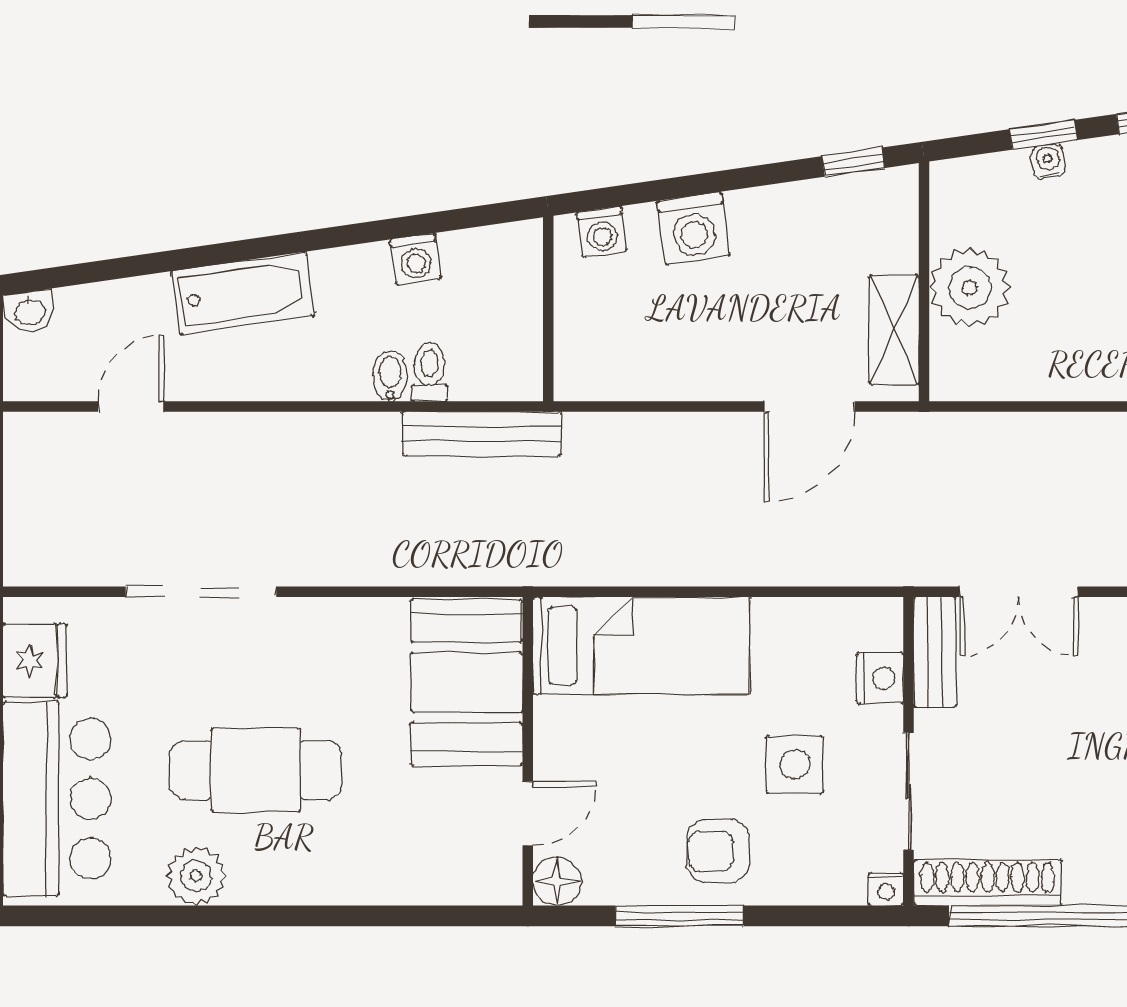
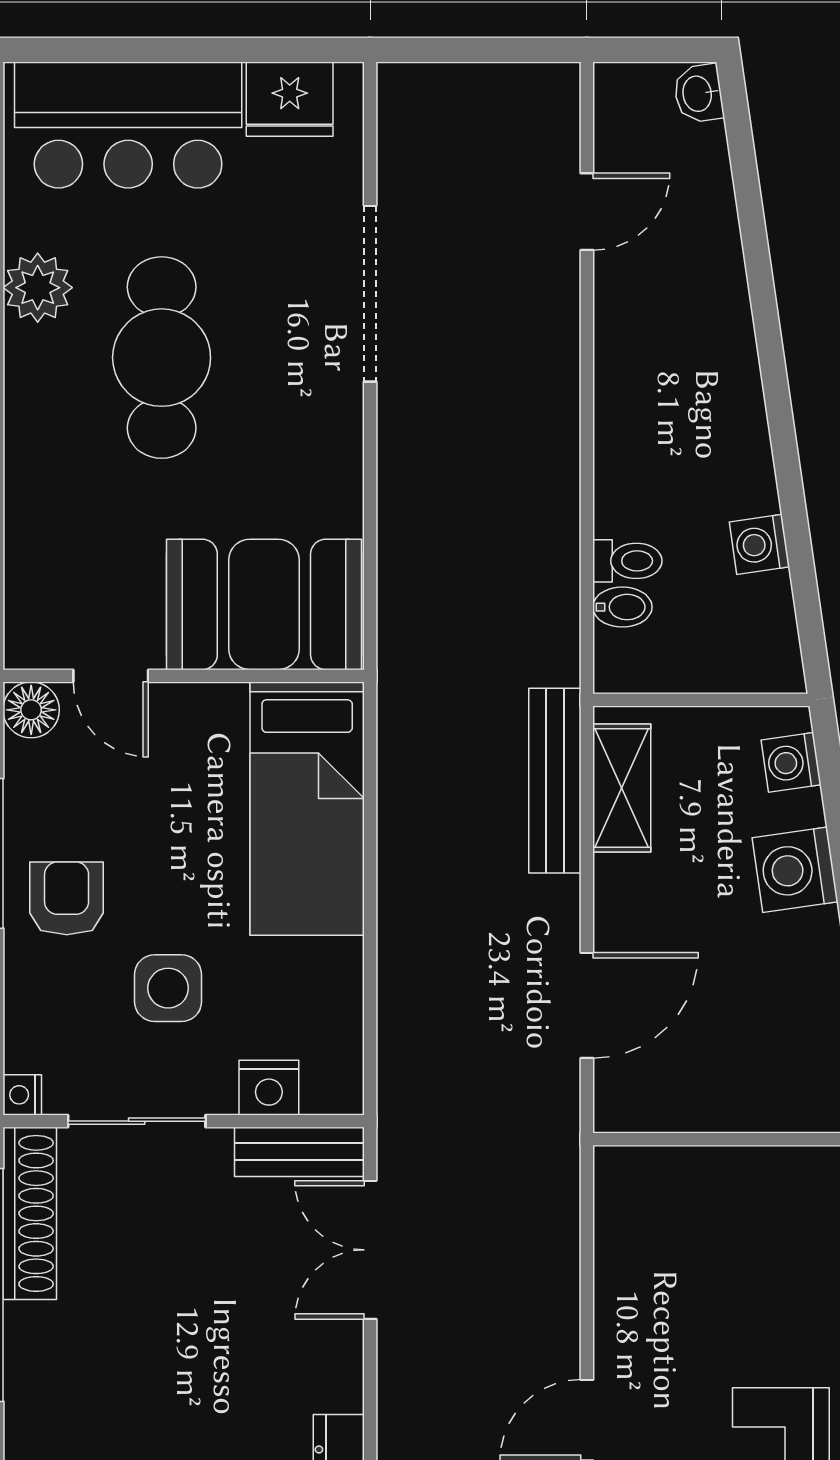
plant: (970, 288) -> (726, 1192), removed
bathtub: (243, 293) -> (719, 342), removed
shelving: (894, 330) -> (622, 788), moved, turned 90
bidet: (390, 376) -> (622, 607), moved
door: (131, 406) -> (587, 212), hinge flipped
door: (810, 406) -> (587, 1005), swing flipped
bench: (482, 434) -> (555, 781), moved

